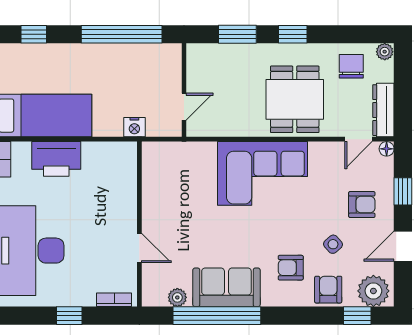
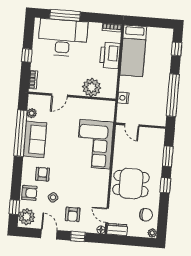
dresser: (383, 110) -> (117, 229), width x0.70
corner sofa: (262, 173) -> (95, 144), moved
plant: (119, 188) -> (92, 87), added

